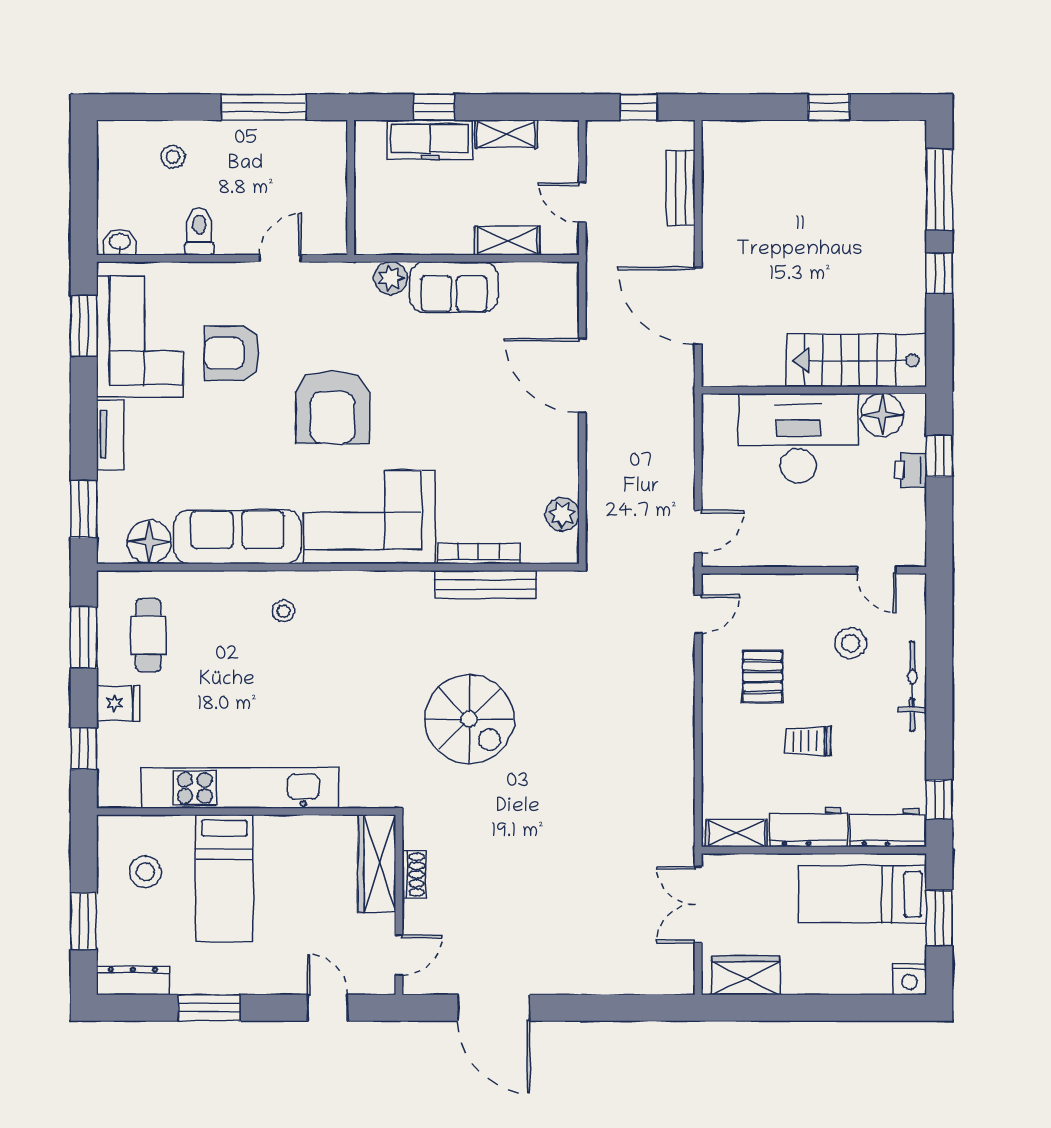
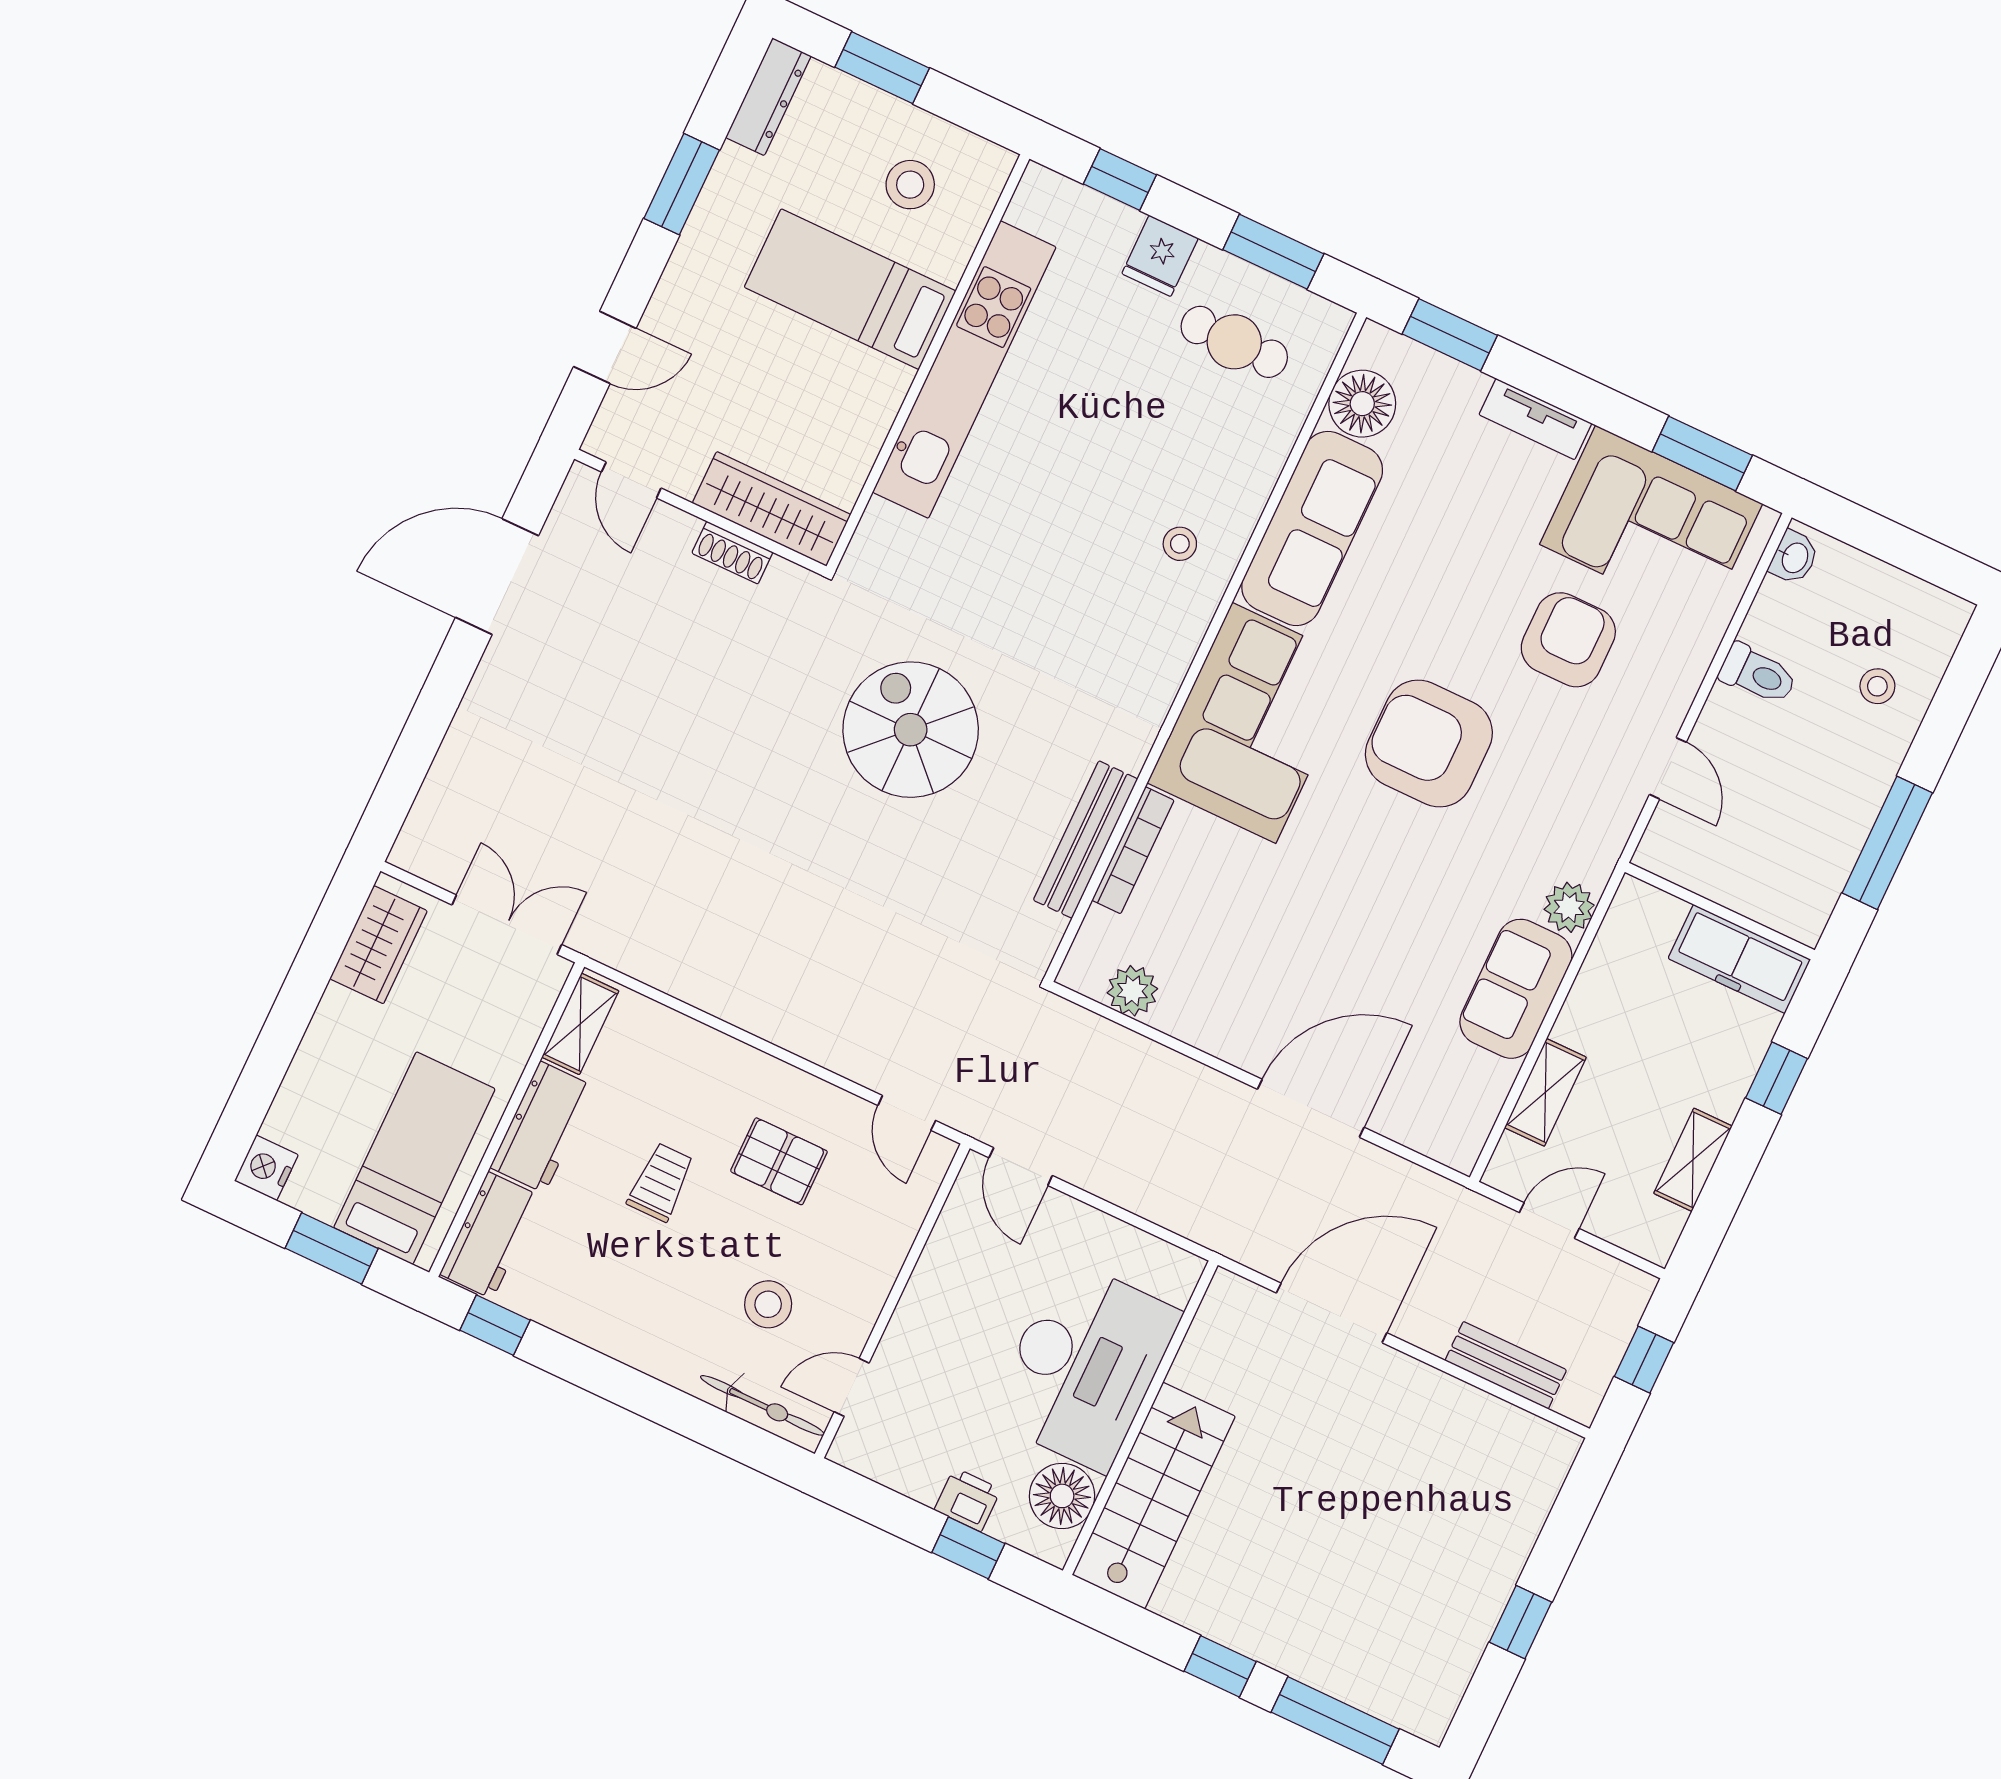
freezer: (430, 140) -> (1739, 959), moved, turned -90
bicycle: (912, 686) -> (762, 1405), moved
spiral stairs: (469, 719) -> (911, 730), turned 90

